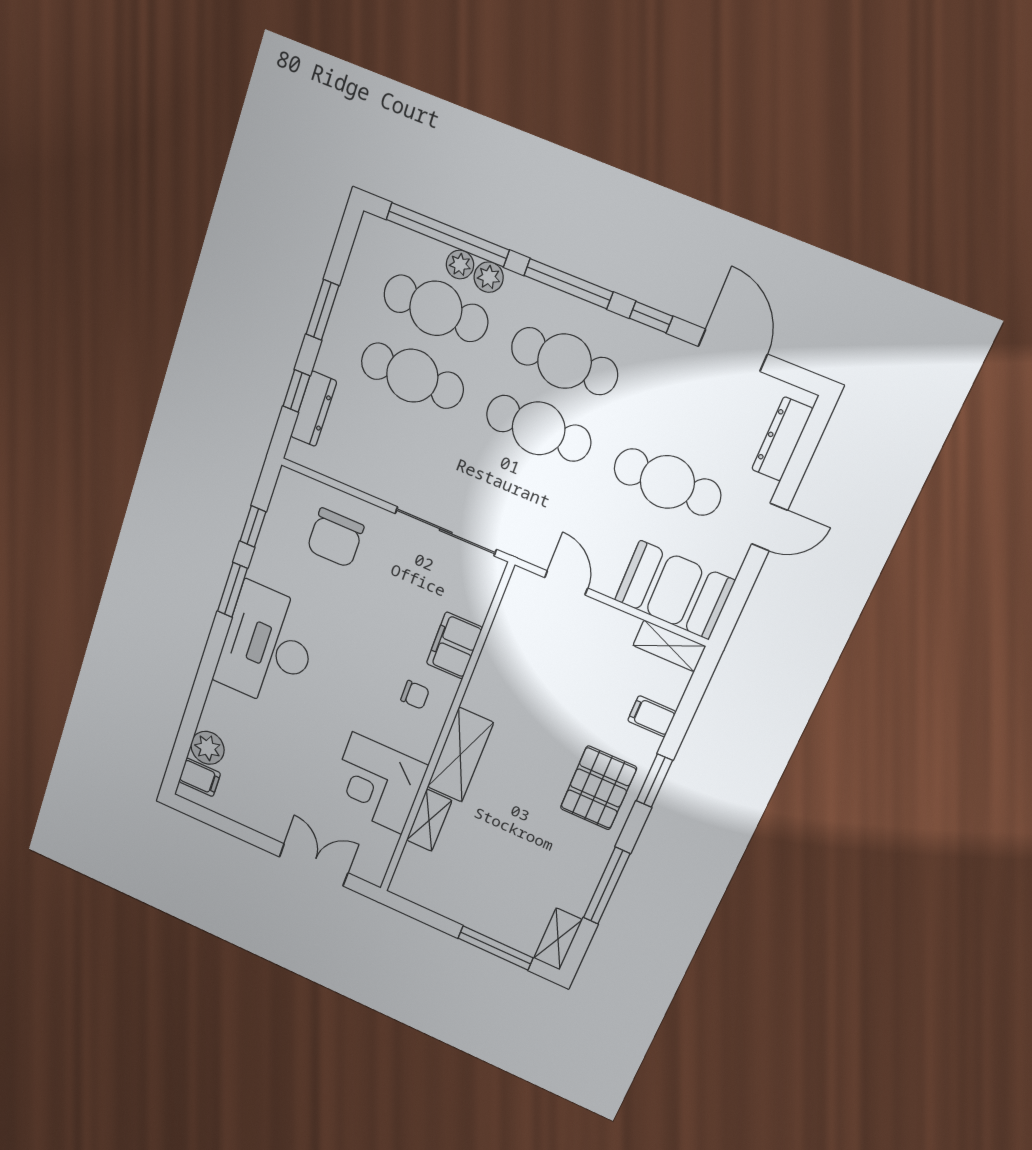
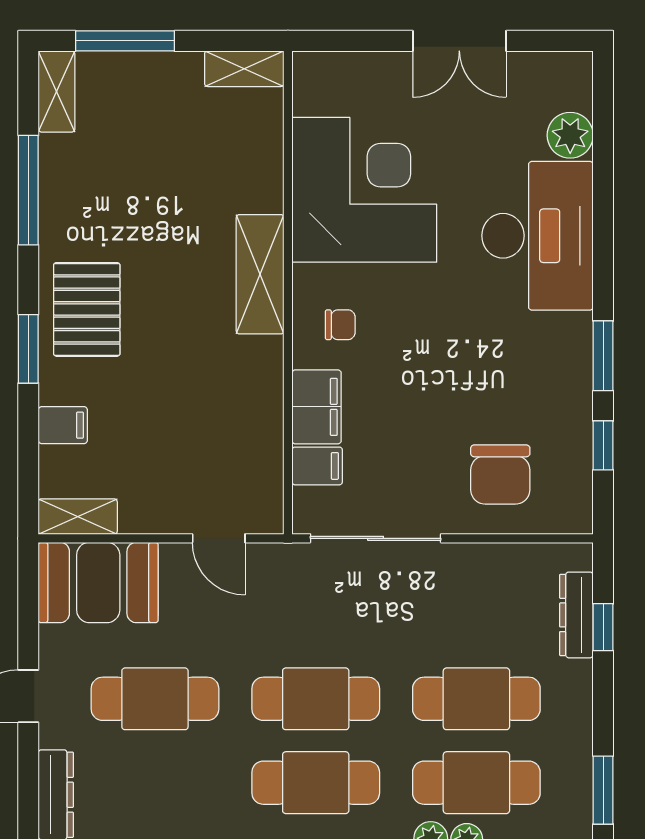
window: (322, 310) -> (603, 790), moved
chair: (335, 538) -> (500, 475), turned 180
desk: (267, 646) -> (537, 236), moved
chair: (415, 695) -> (340, 325), turned 180
filing cabinet: (200, 777) -> (317, 466), moved, turned 180
corner desk: (377, 783) -> (364, 190), width x1.36, depth x1.36
shelving: (429, 820) -> (244, 69), moved, turned 90
double door: (314, 865) -> (459, 41), moved

